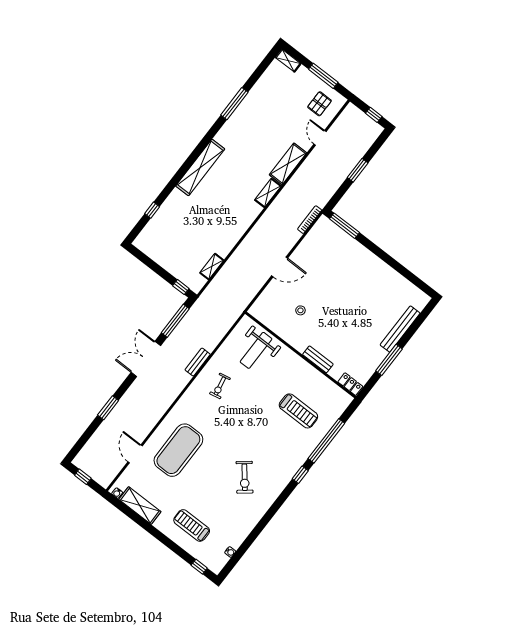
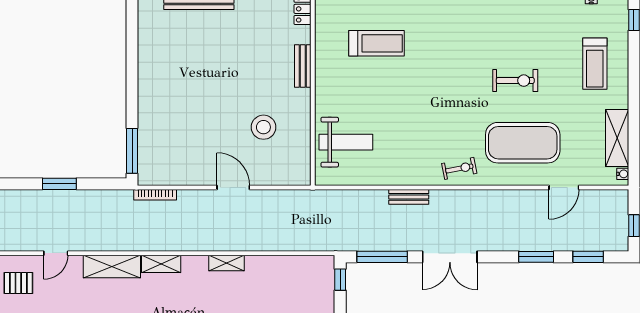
shelving: (212, 266) -> (226, 263), moved
stool: (300, 310) -> (263, 127), width x1.89, depth x1.89
exercise bike: (220, 386) -> (459, 168), moved
treadmill: (298, 411) -> (377, 43), turned 90
window: (85, 437) -> (588, 257), added
exercise bike: (245, 477) -> (515, 81), moved, turned 39

